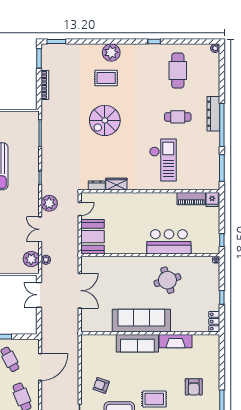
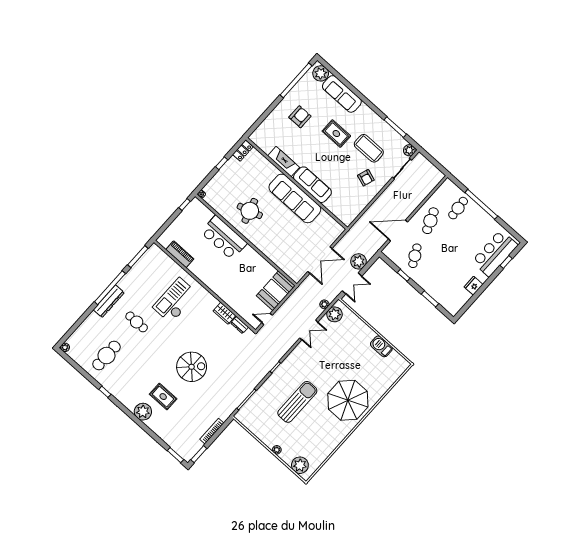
fridge: (212, 199) -> (165, 240), removed
plant: (49, 203) -> (358, 261), moved
double door: (80, 291) -> (320, 260), swing flipped

